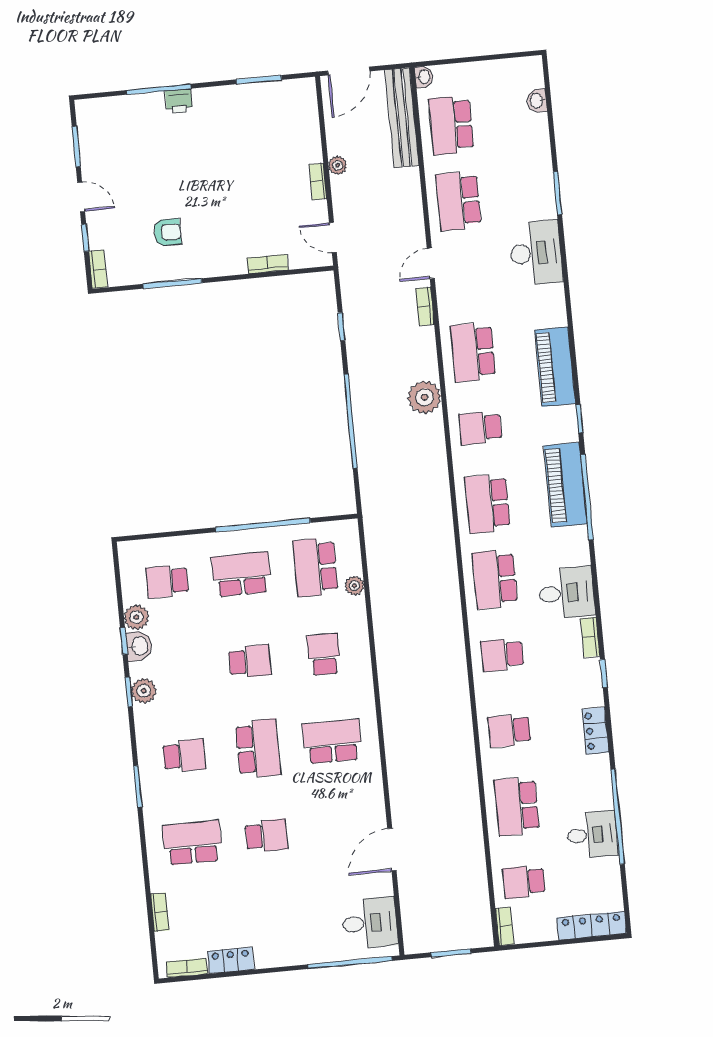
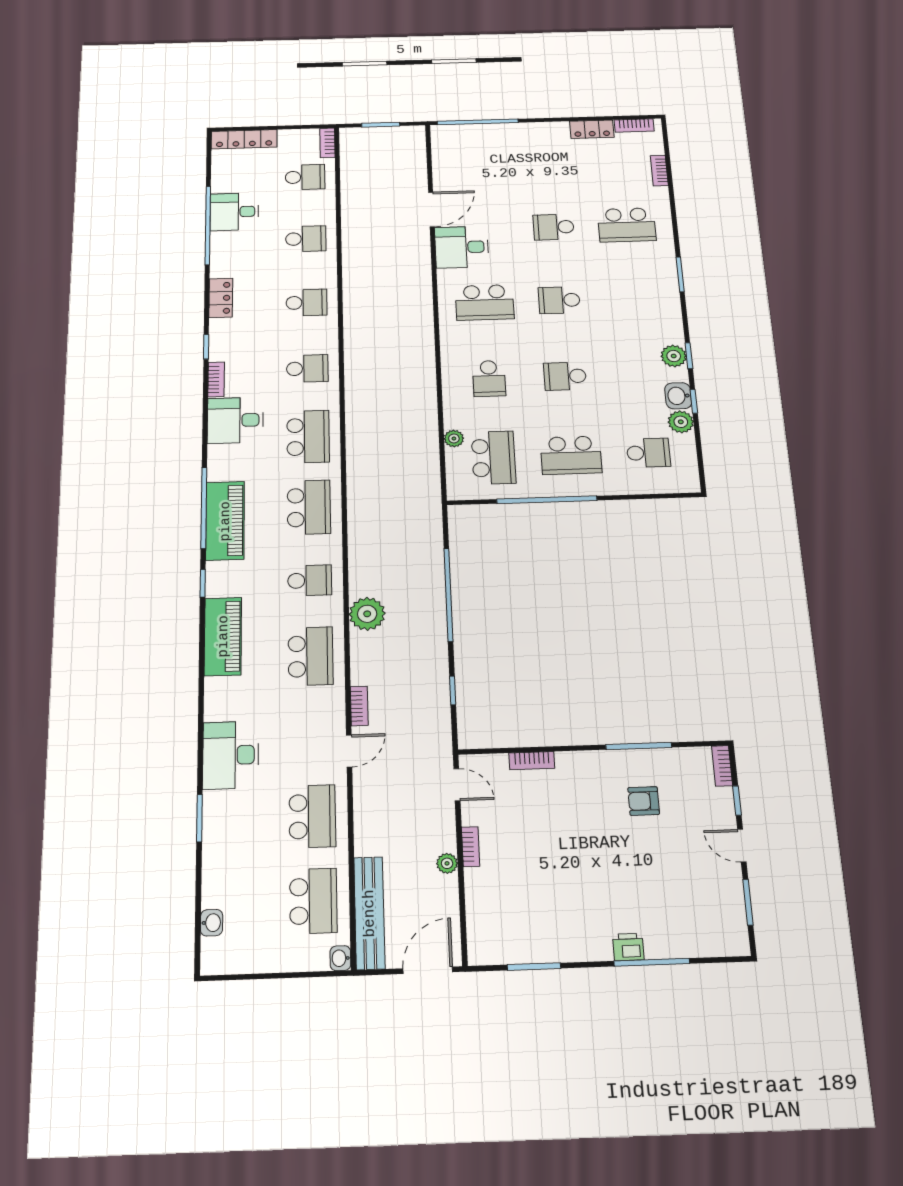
school desk: (258, 749) -> (559, 300), width x0.54
school desk: (184, 756) -> (634, 298), removed
school desk: (517, 806) -> (306, 239), width x0.54
desk: (370, 923) -> (462, 247), moved

